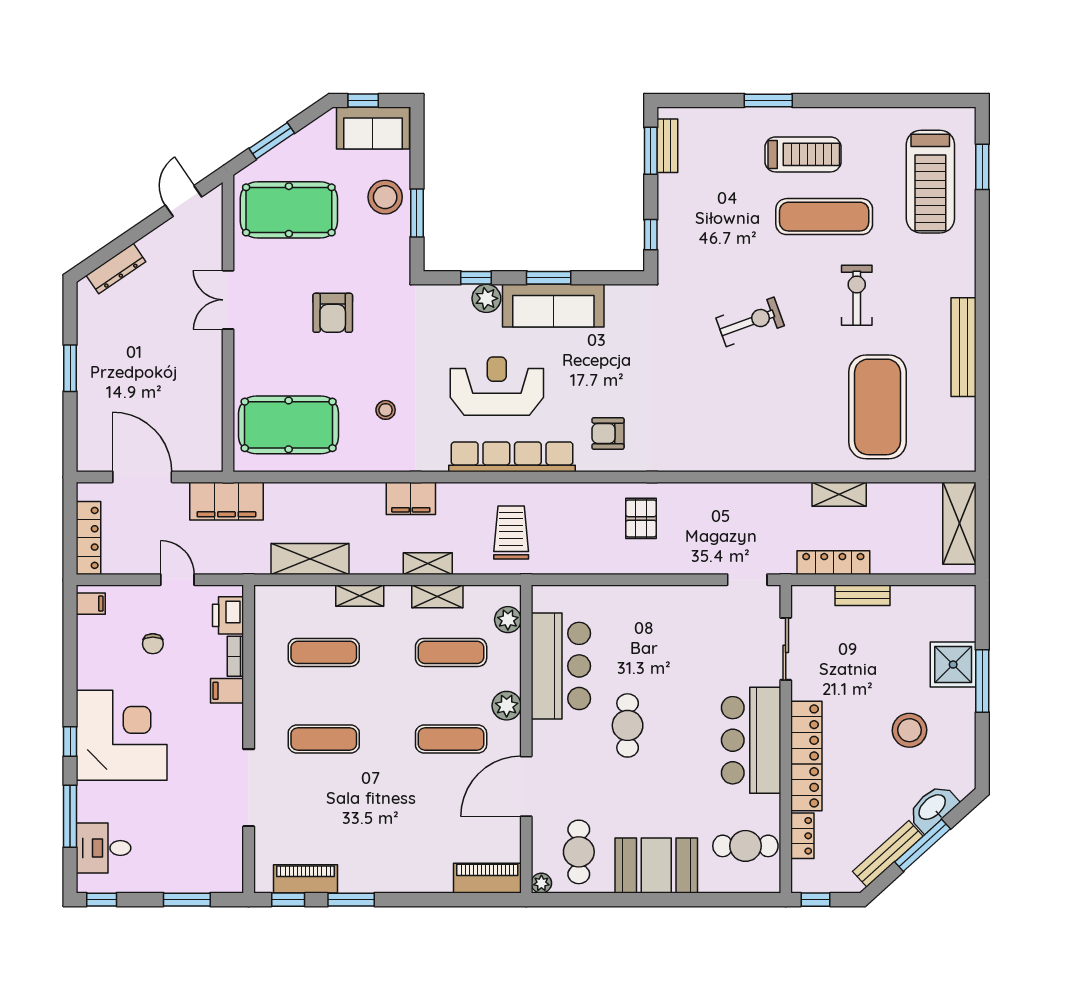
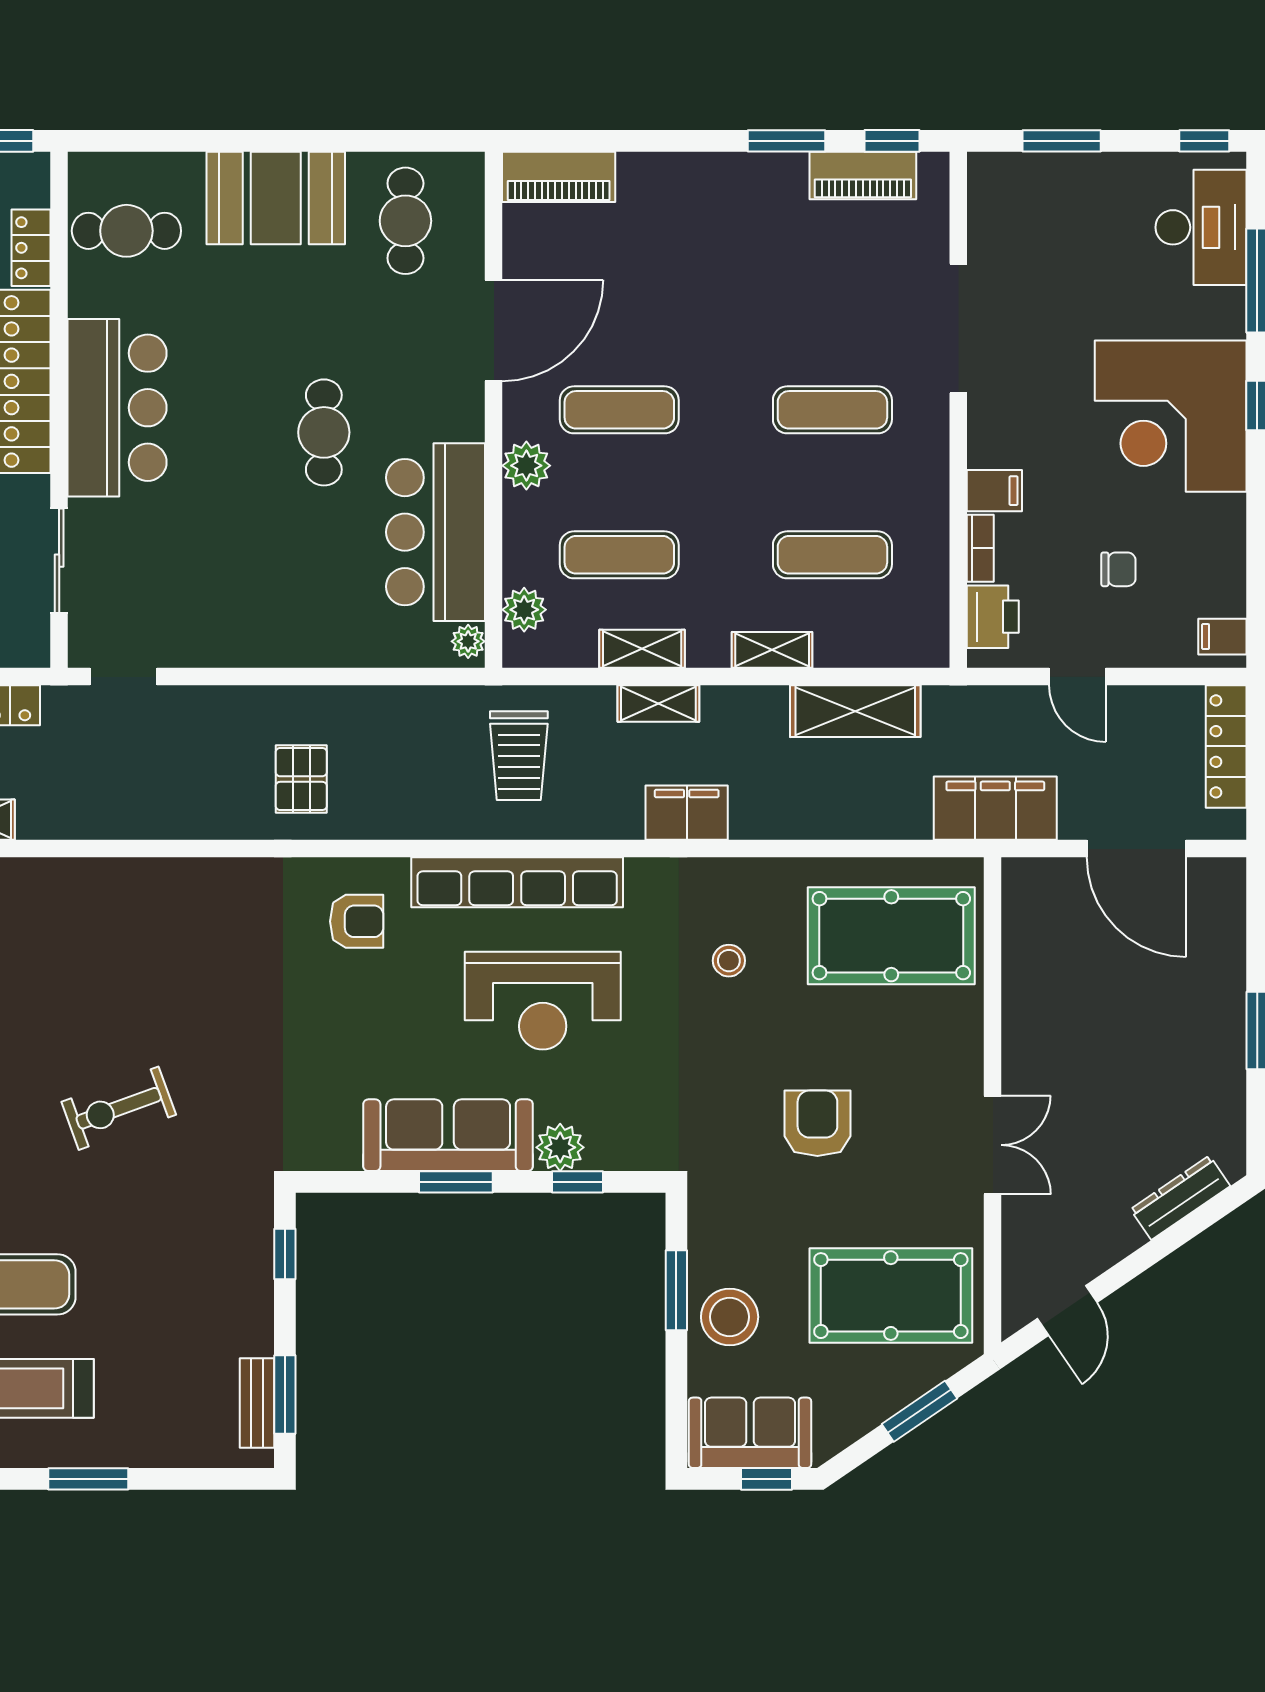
chair: (153, 644) -> (1118, 569), turned 90
desk: (104, 848) -> (1201, 227), width x1.37
plant: (541, 883) -> (468, 641), moved

